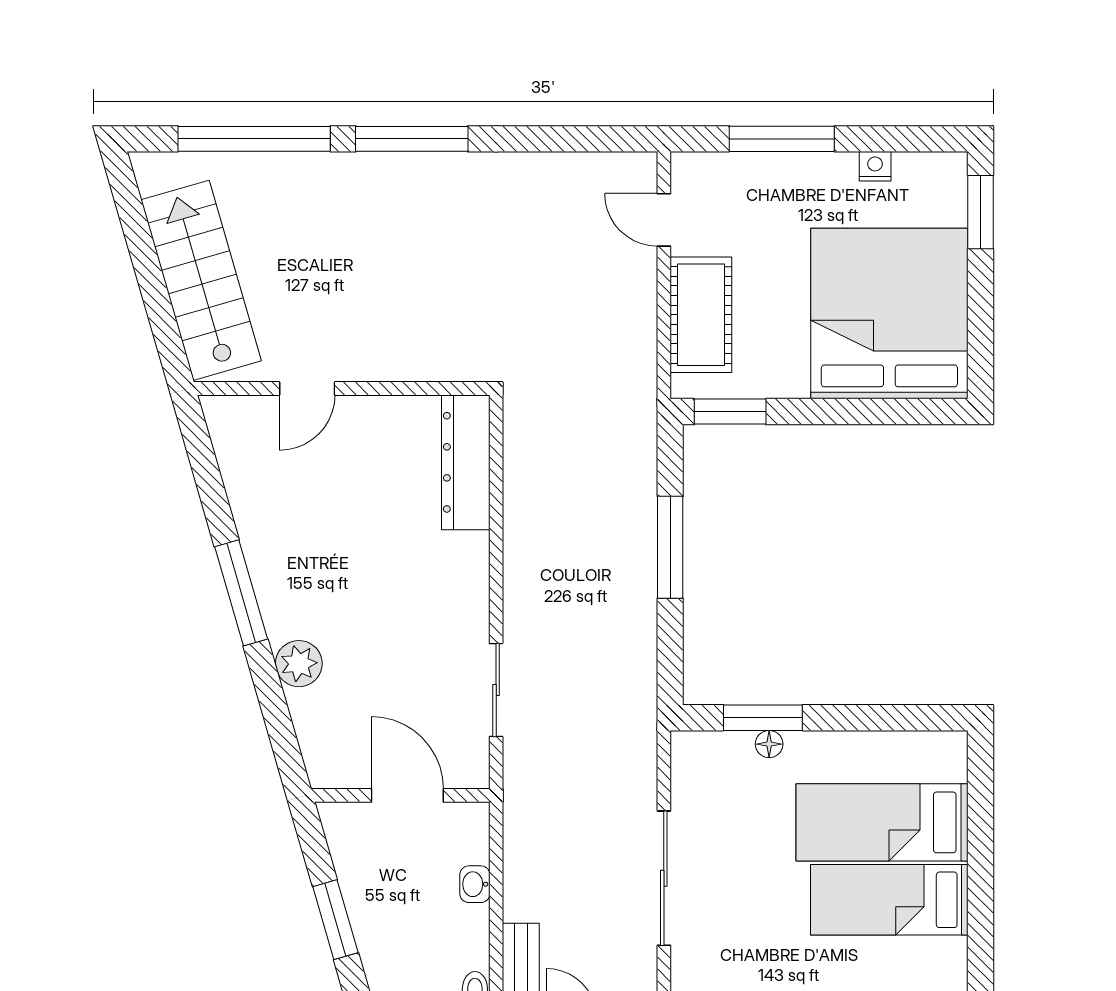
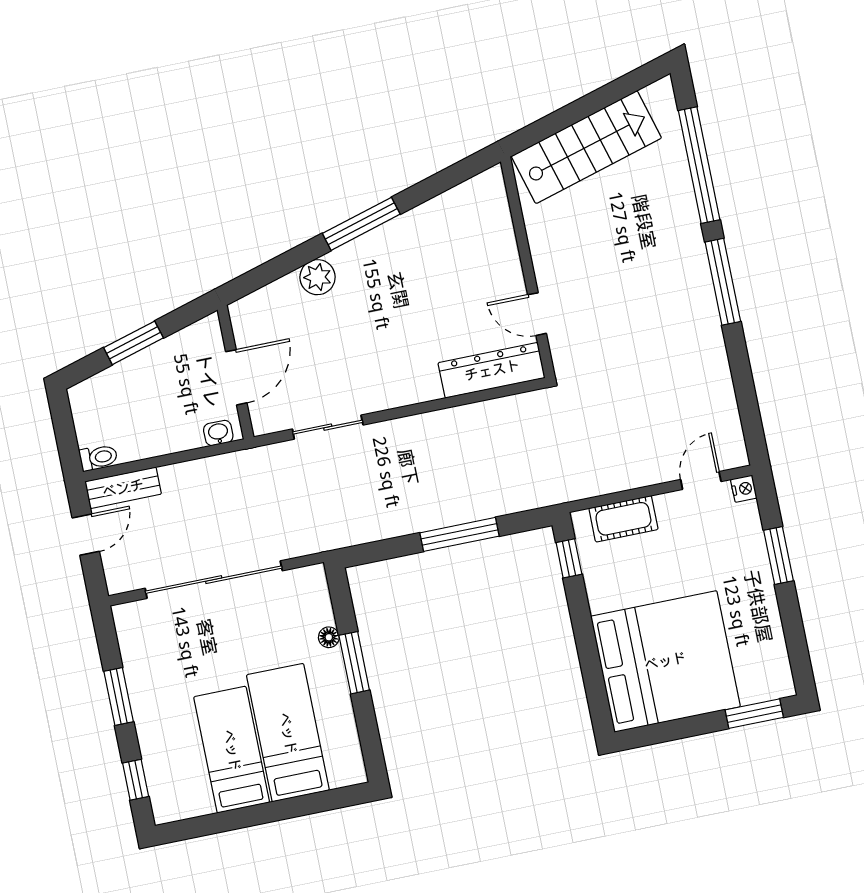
window: (782, 139) -> (778, 556), width x0.69
nightstand: (875, 166) -> (744, 489), moved
cot: (701, 315) -> (623, 519), width x0.73, depth x0.75
door: (307, 388) -> (537, 314), moved
window: (730, 412) -> (569, 558), width x0.67
window: (763, 718) -> (354, 663), moved
sliding door: (664, 878) -> (214, 580), width x1.36
washbasin: (475, 884) -> (218, 433), moved

